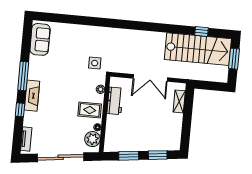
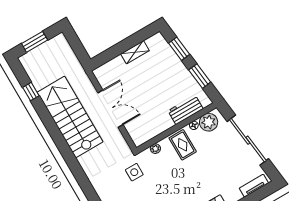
stairs: (198, 49) -> (70, 117), moved
workbench: (115, 101) -> (186, 110), moved
shelving: (179, 101) -> (135, 52), moved

